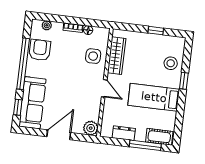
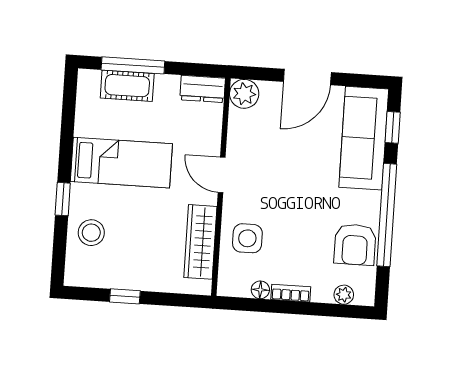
dresser: (124, 133) -> (203, 89), moved
cot: (159, 137) -> (127, 86), moved

